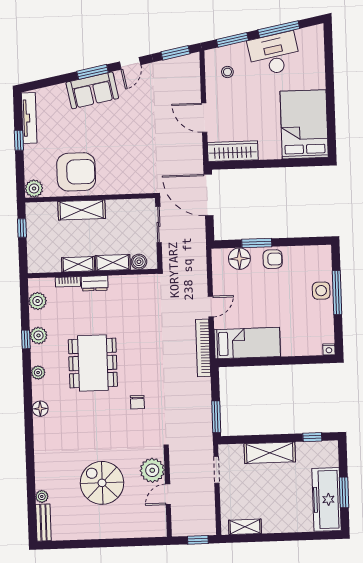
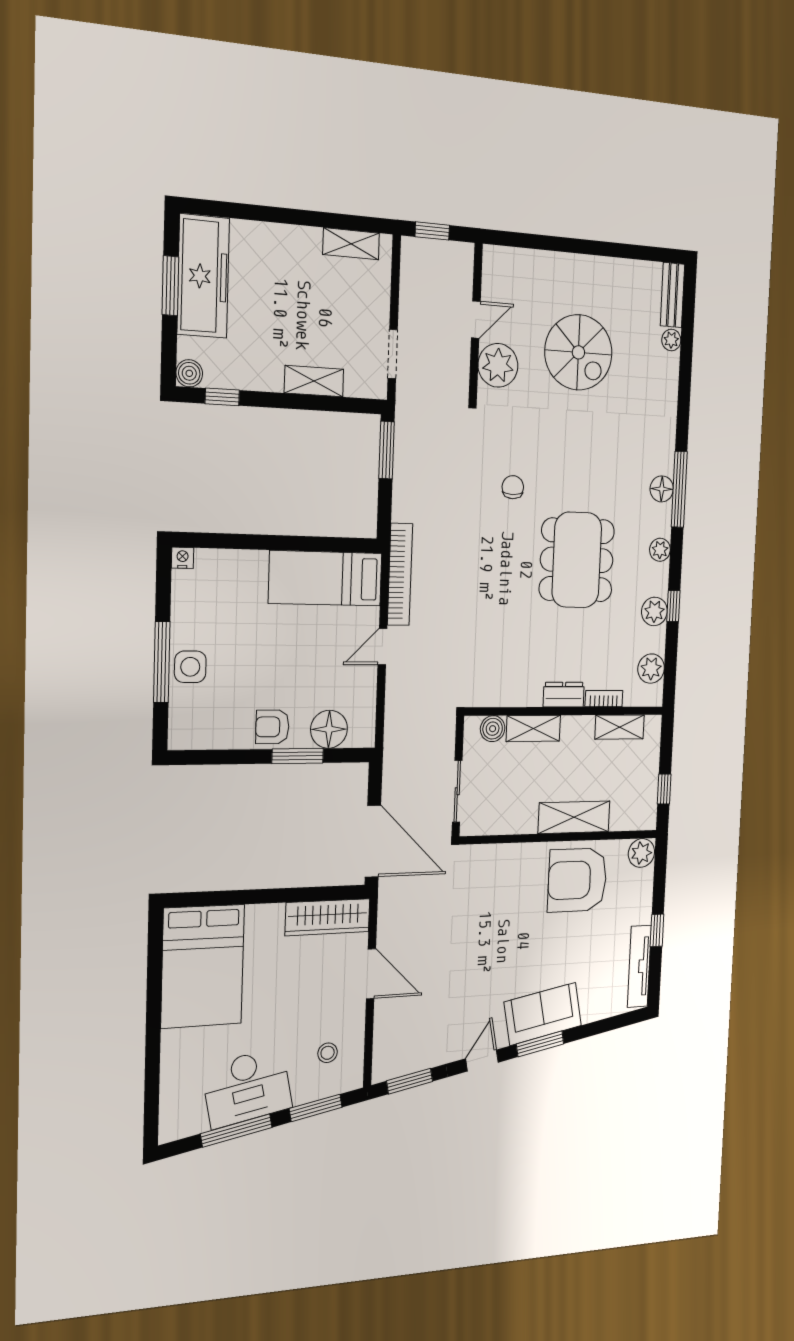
shelving: (78, 264) -> (620, 727), moved
window: (28, 409) -> (679, 489), added
boiler: (331, 448) -> (189, 373), added
shelving: (270, 453) -> (314, 381), width x0.67, depth x0.75

